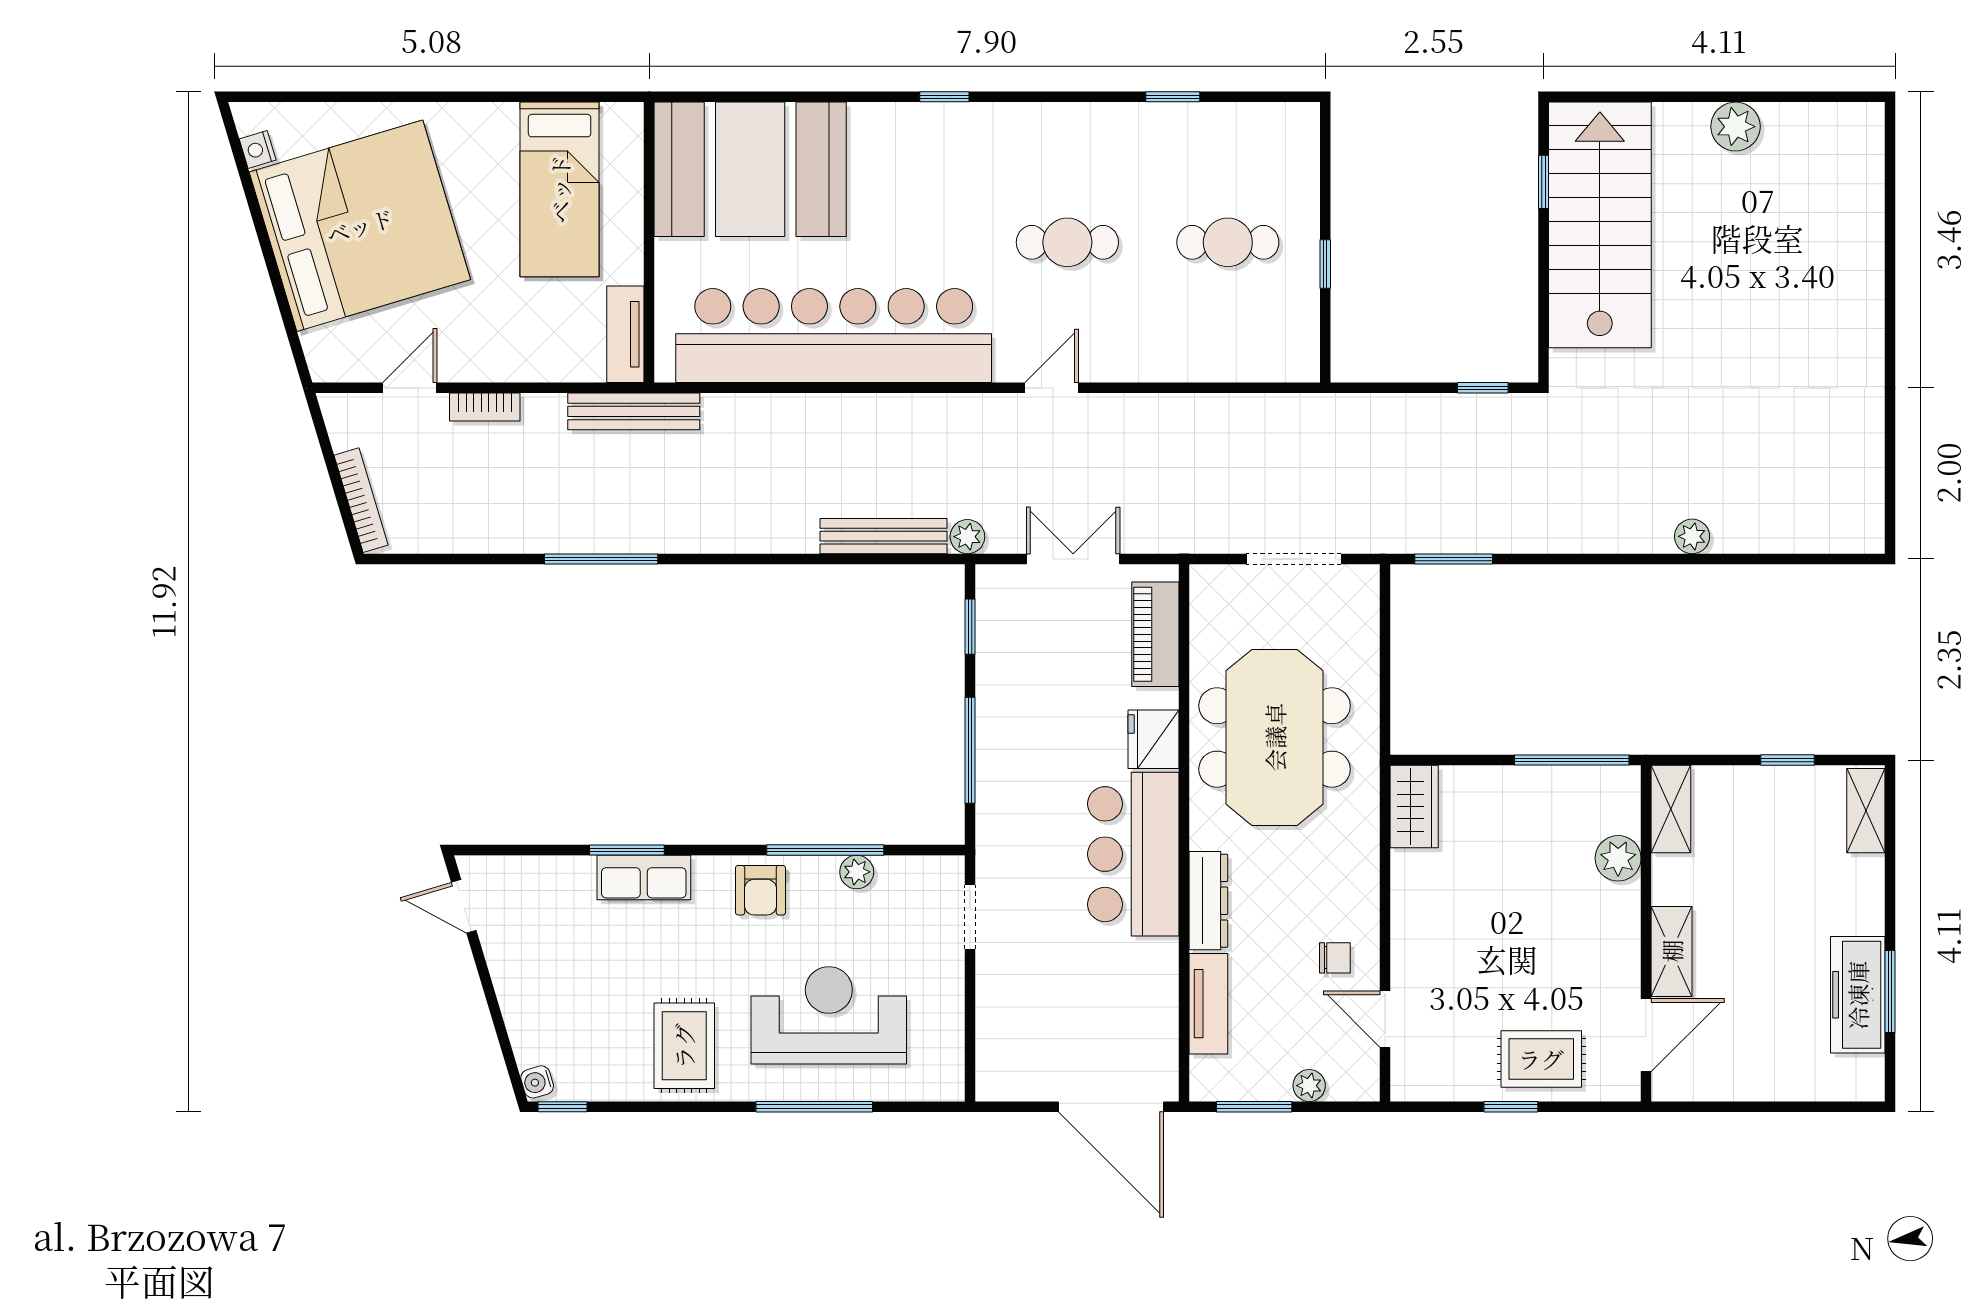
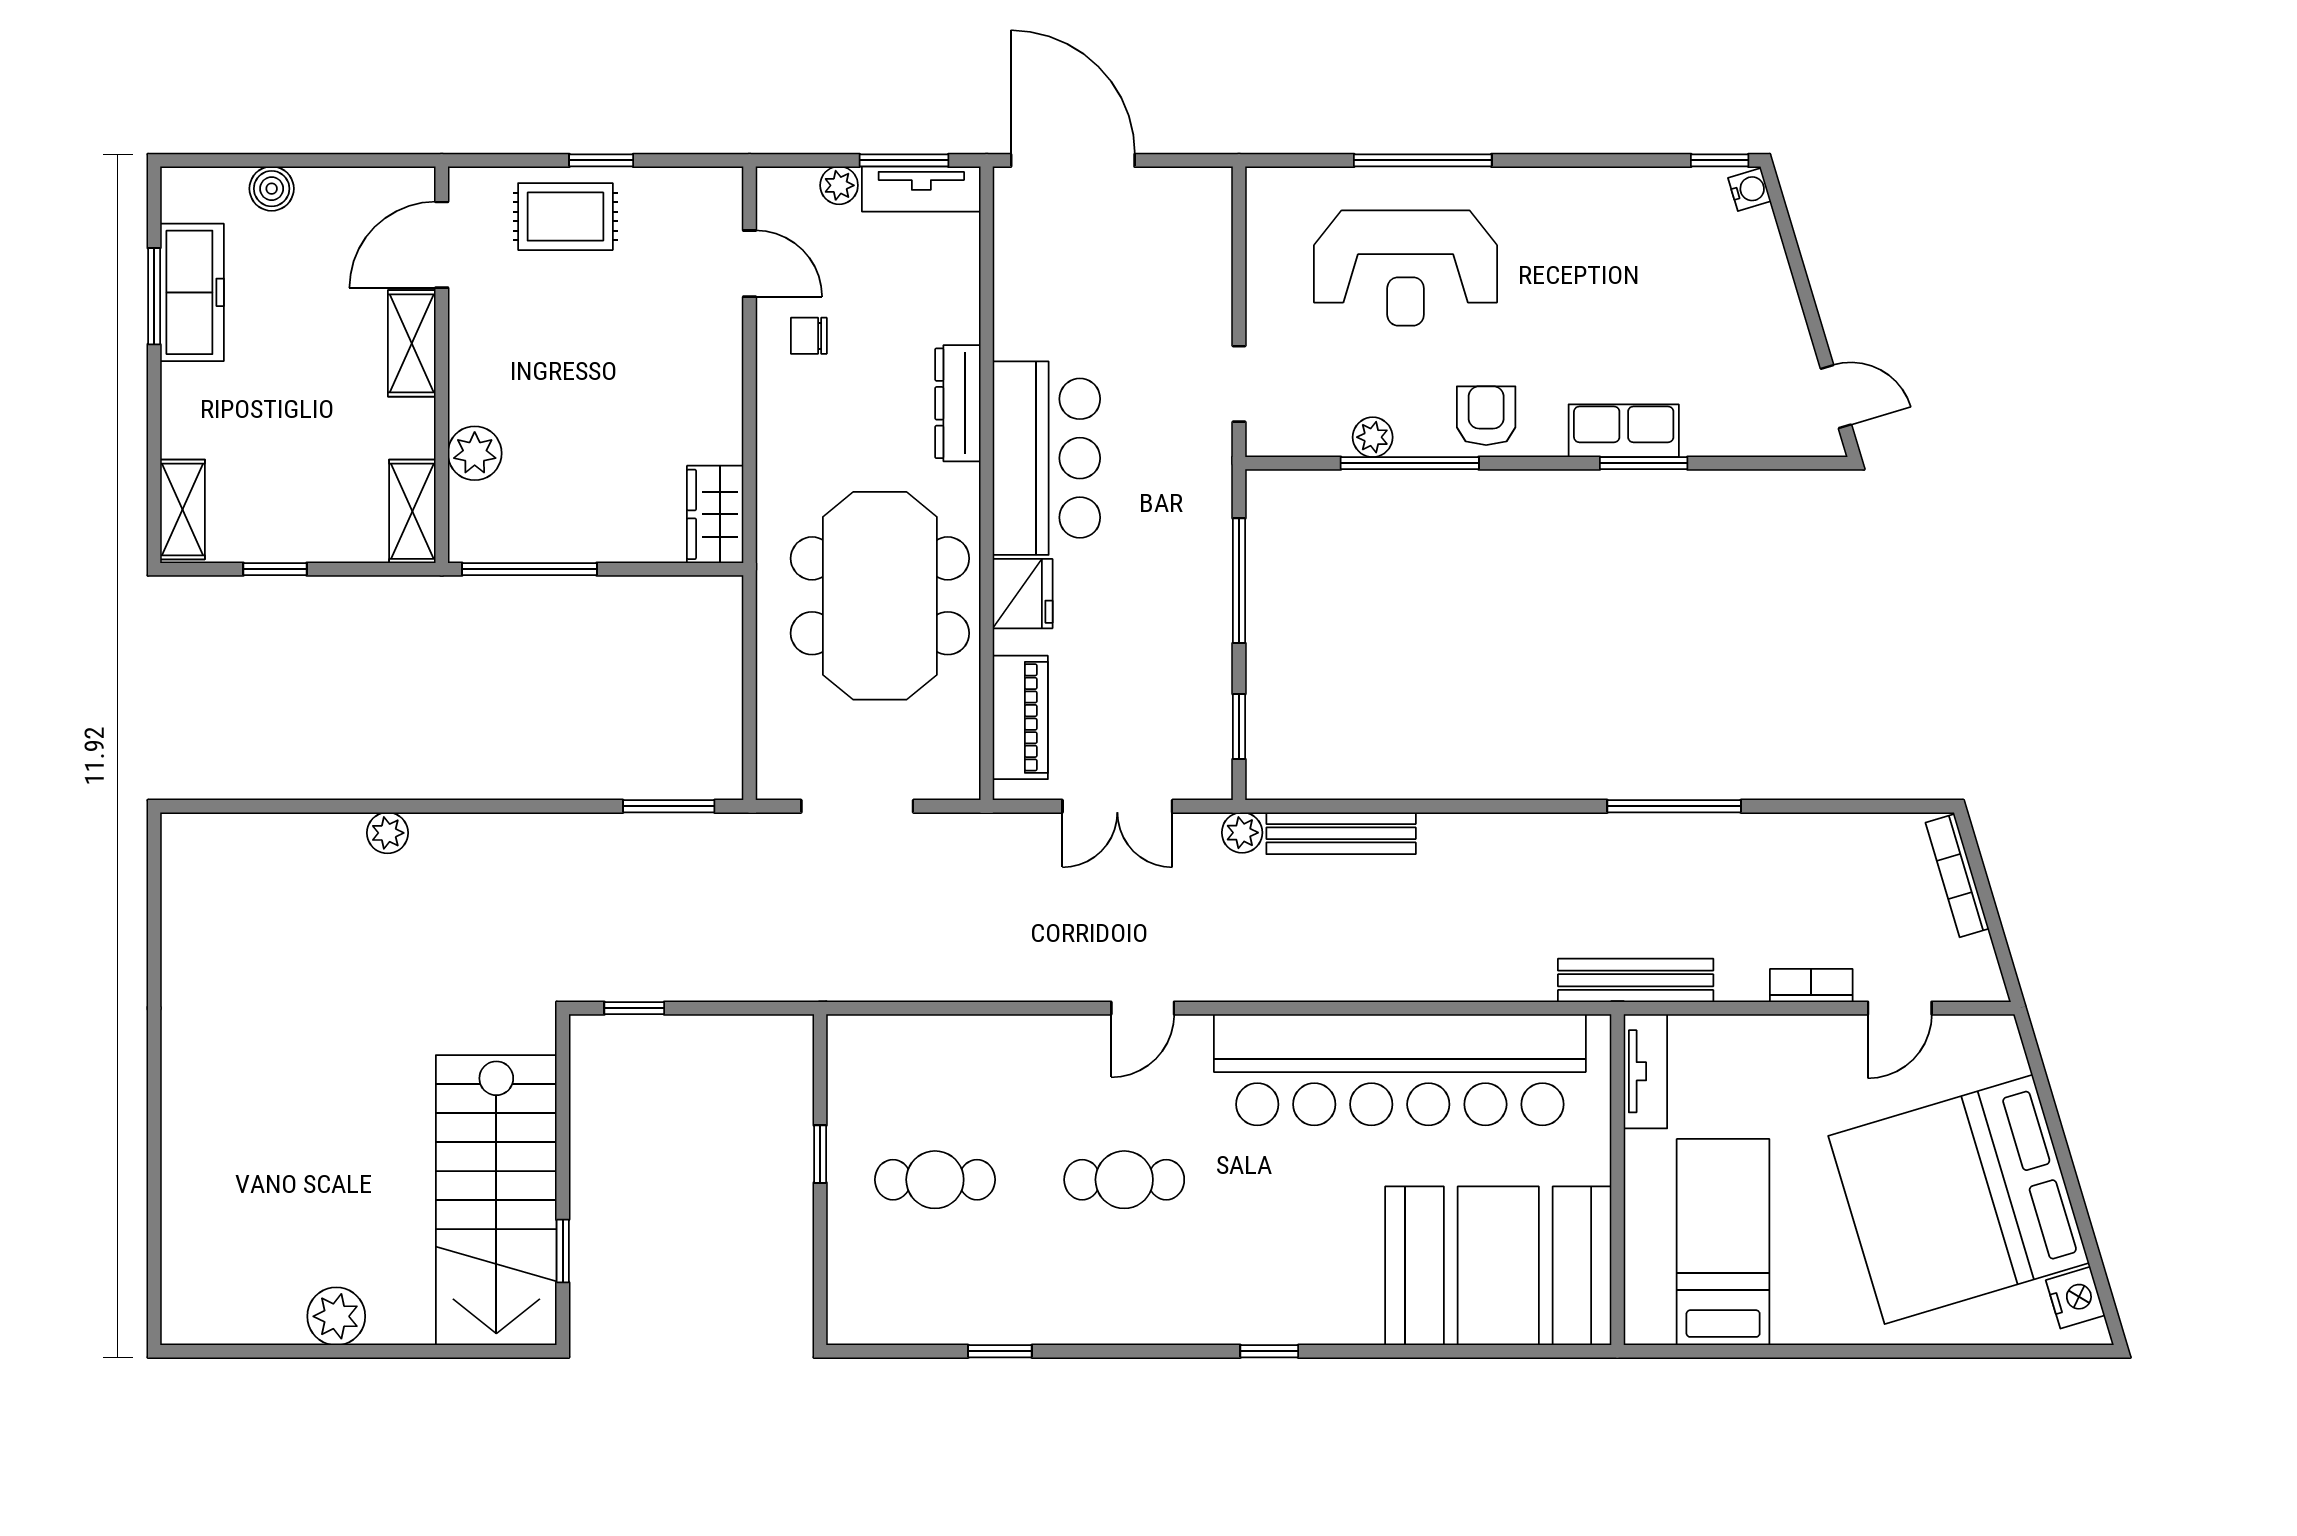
nightstand: (258, 149) -> (2075, 1298), width x1.39, depth x1.35
tv unit: (1208, 1004) -> (921, 189), moved, turned -90
rug: (684, 1046) -> (1576, 232), removed
boiler: (1790, 1083) -> (272, 189), added

